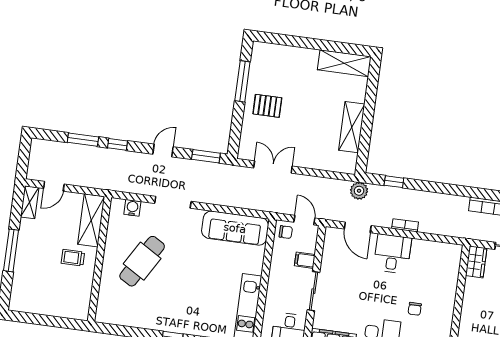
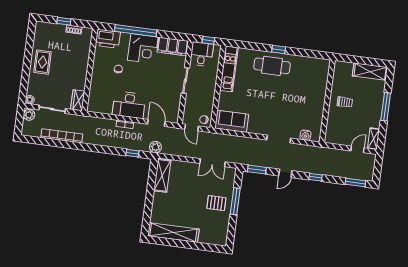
shelving: (344, 63) -> (173, 233), width x1.47
window: (242, 81) -> (235, 201), moved
shelving: (352, 127) -> (162, 175), moved
window: (83, 140) -> (355, 183), moved
shelving: (91, 220) -> (370, 72), moved, turned 90
sofa: (235, 228) -> (232, 121), width x0.73
desk: (392, 254) -> (129, 105), width x1.37
filing cabinet: (305, 260) -> (191, 101), removed
cafe table: (142, 261) -> (272, 66), moved, turned 59

